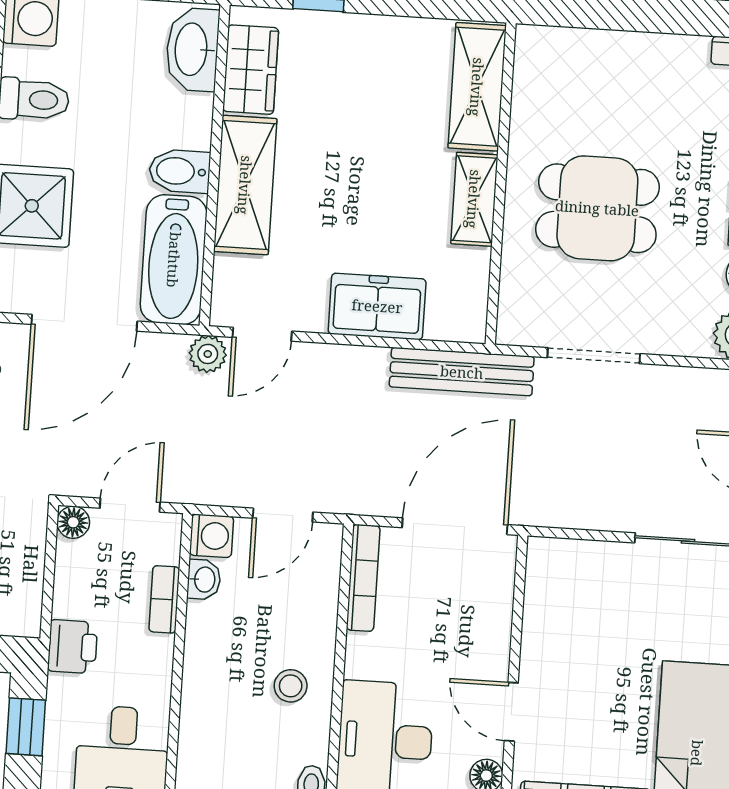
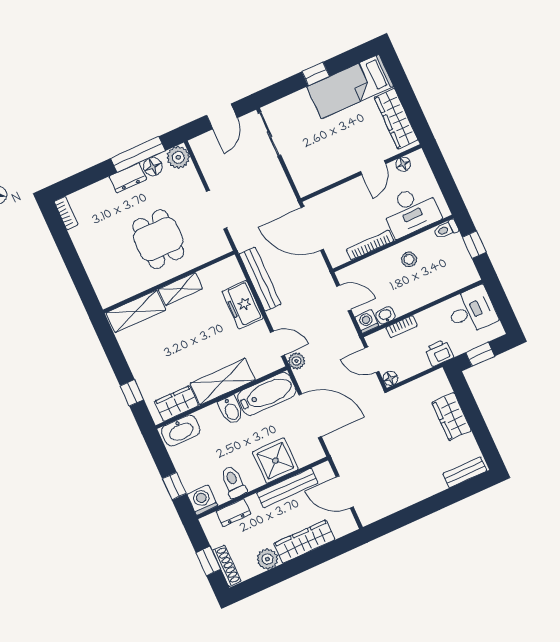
bench: (462, 372) -> (260, 279), moved
bookcase: (363, 578) -> (370, 245), moved

